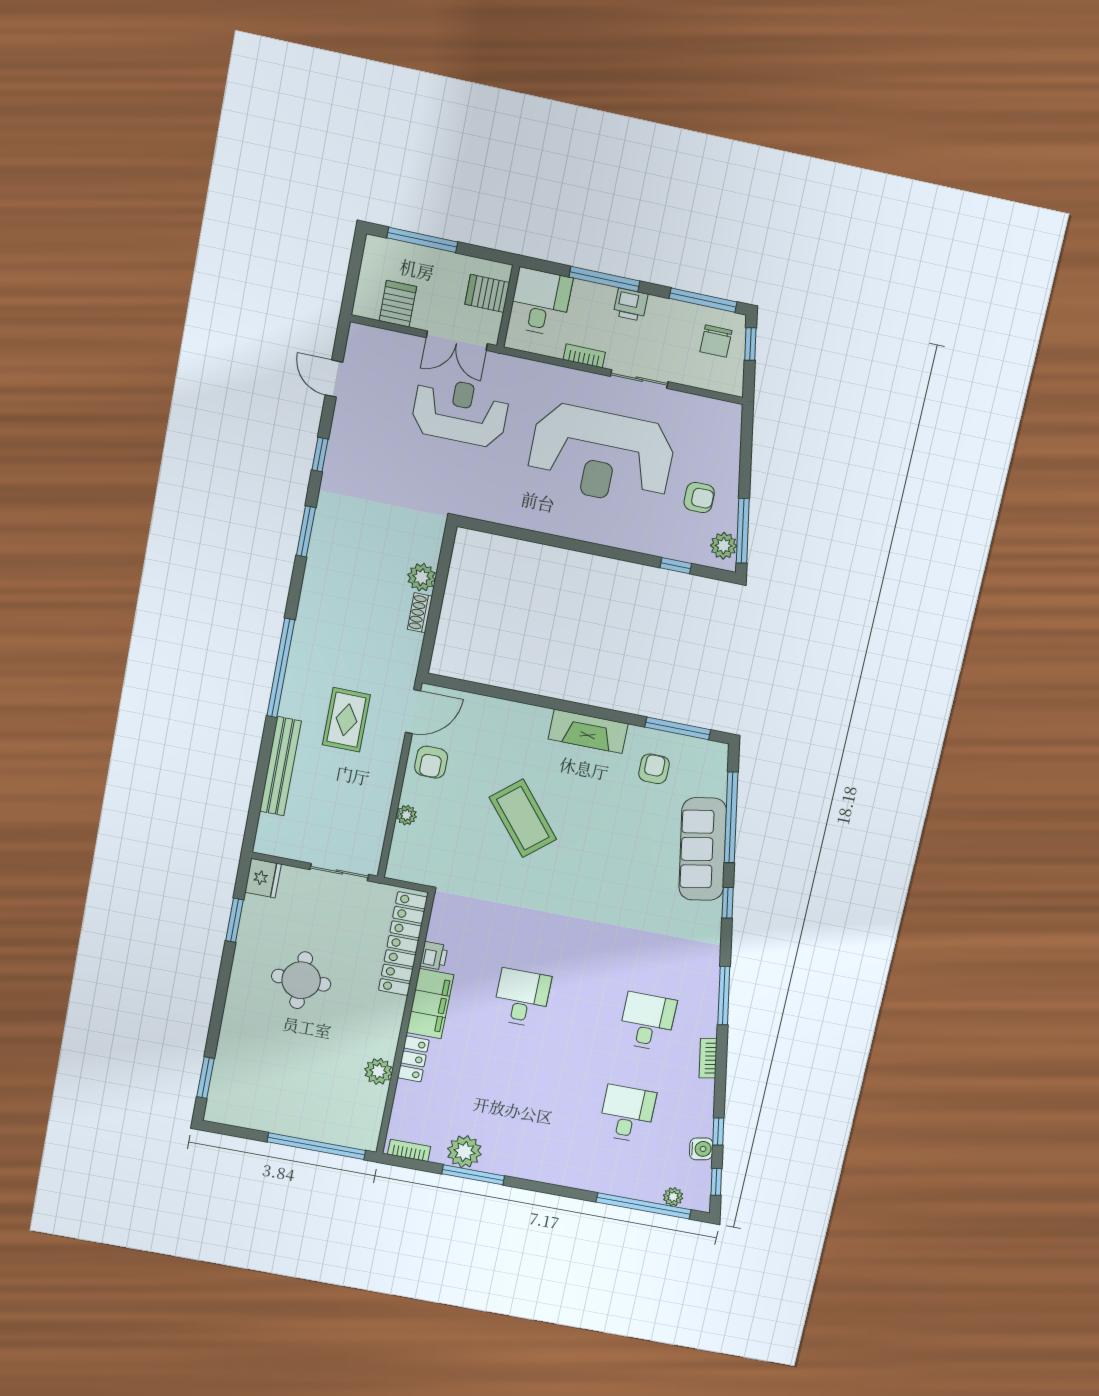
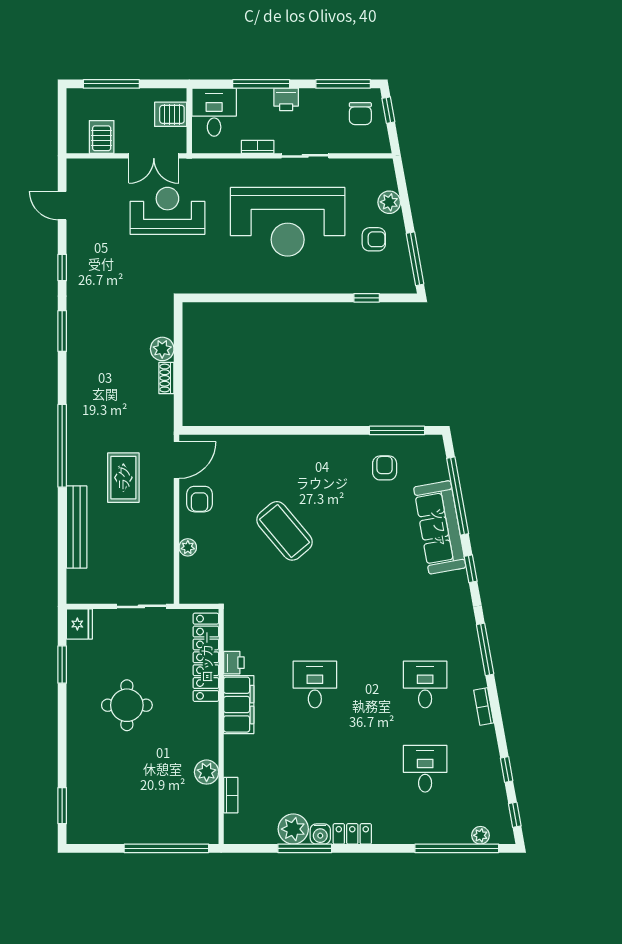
plant: (724, 546) -> (389, 202), moved
fireplace: (588, 731) -> (324, 448), removed
locker: (413, 1059) -> (352, 834), moved, turned -90
water cooler: (701, 1149) -> (320, 834), moved, turned 100
bookcase: (409, 1150) -> (231, 795), moved, turned 90

